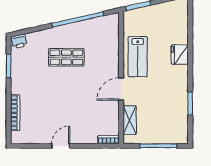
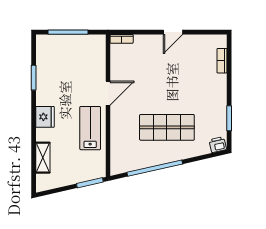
fridge: (180, 55) -> (45, 117), moved
shop shelf: (66, 57) -> (167, 127), width x1.43, depth x1.36
bookcase: (15, 113) -> (222, 61), width x0.64
shelving: (130, 120) -> (43, 158), moved

